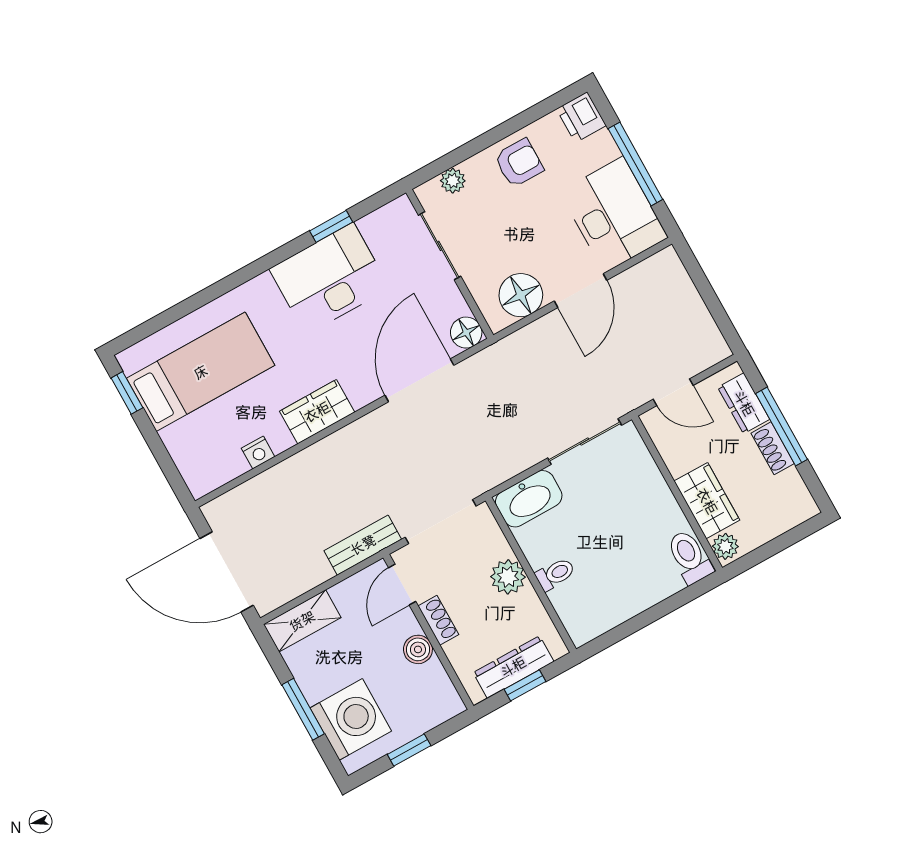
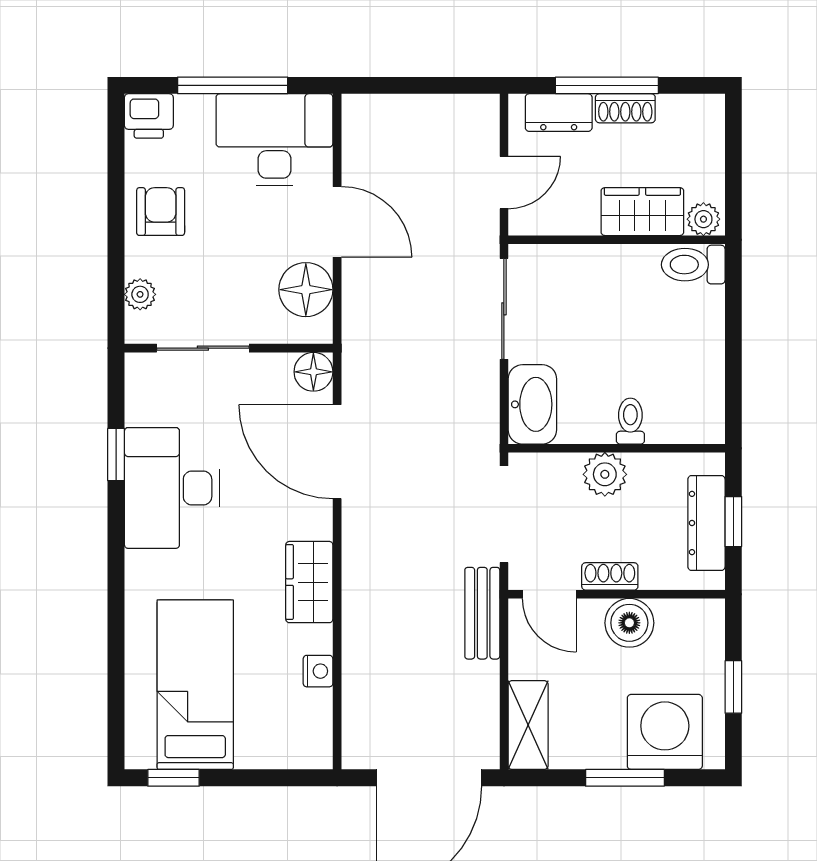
boiler: (418, 649) -> (629, 623), width x1.36, depth x1.36

